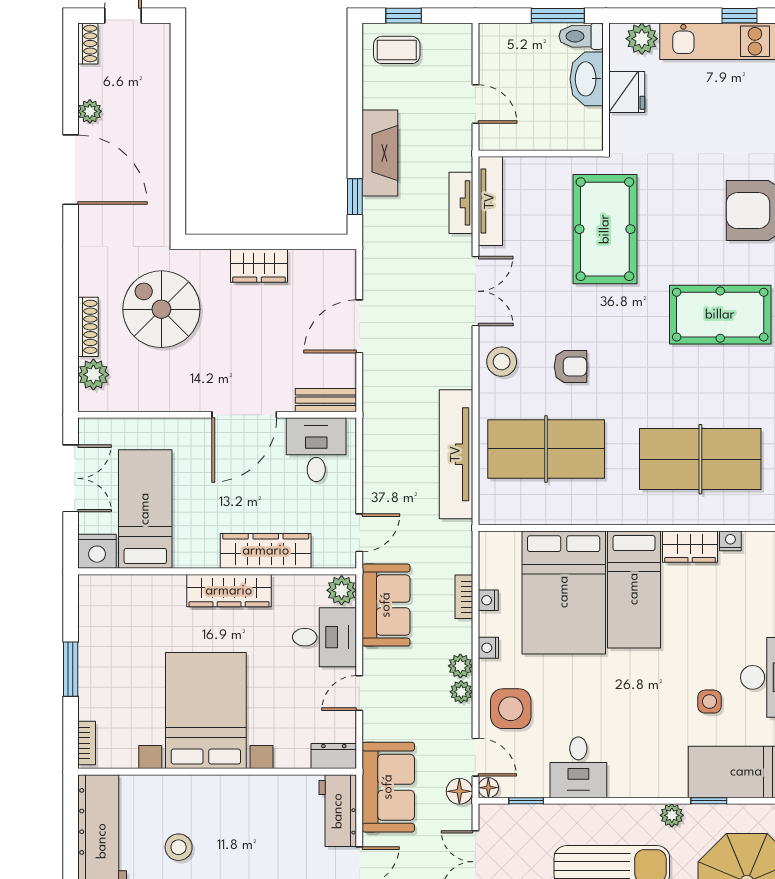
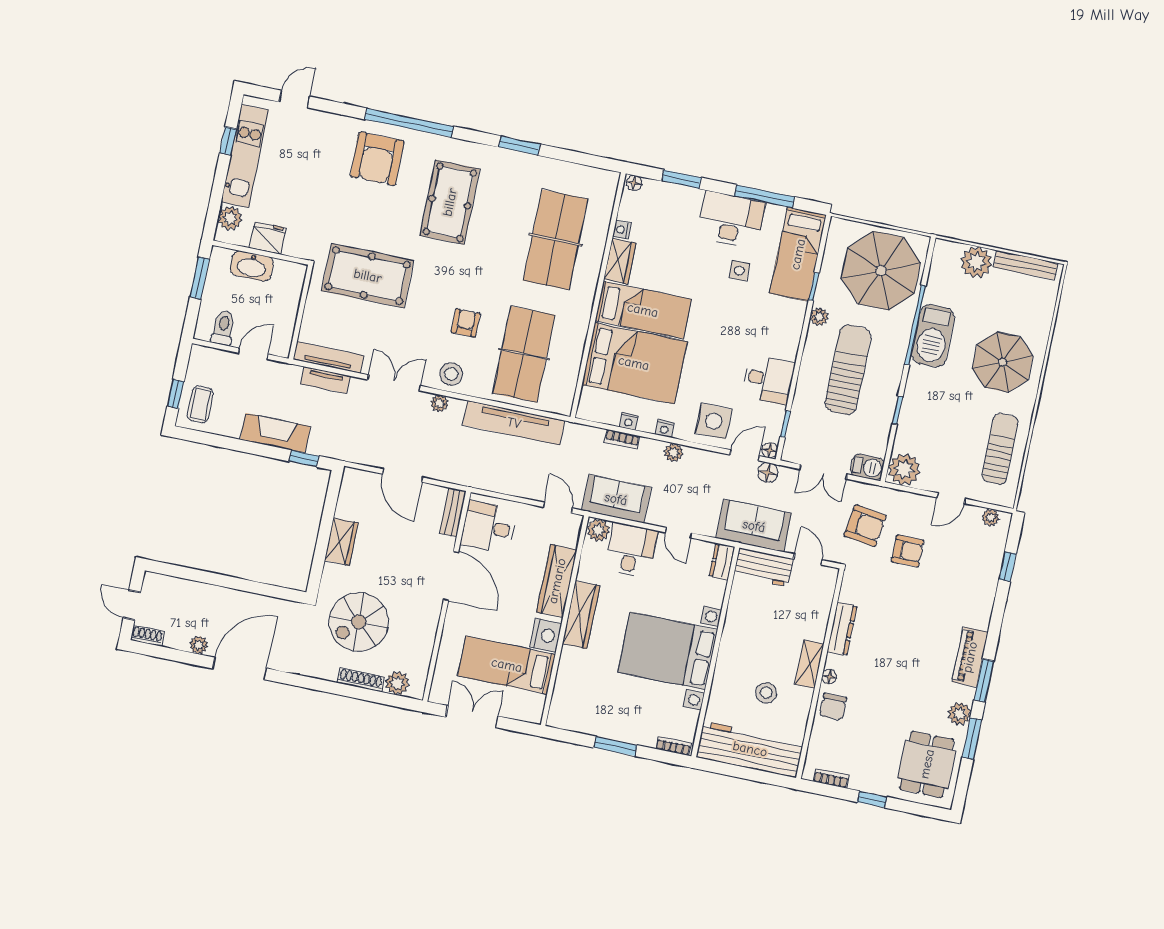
toilet: (581, 36) -> (223, 328), moved, turned 180
nightstand: (97, 551) -> (546, 635), moved
plant: (461, 692) -> (440, 403), moved

